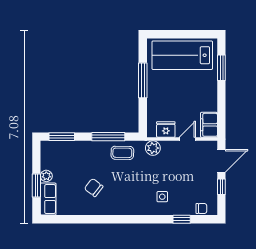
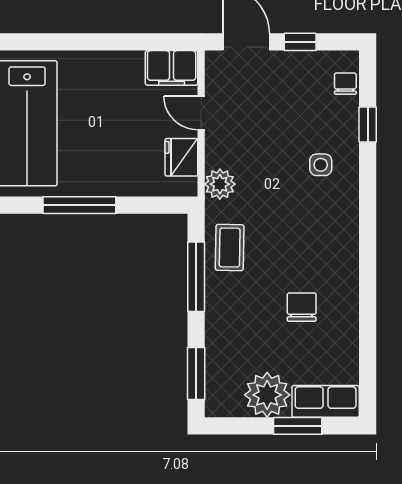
window: (221, 68) -> (53, 42), removed
plant: (46, 176) -> (267, 395), width x1.88, depth x1.88
chair: (94, 188) -> (302, 307), turned 142

